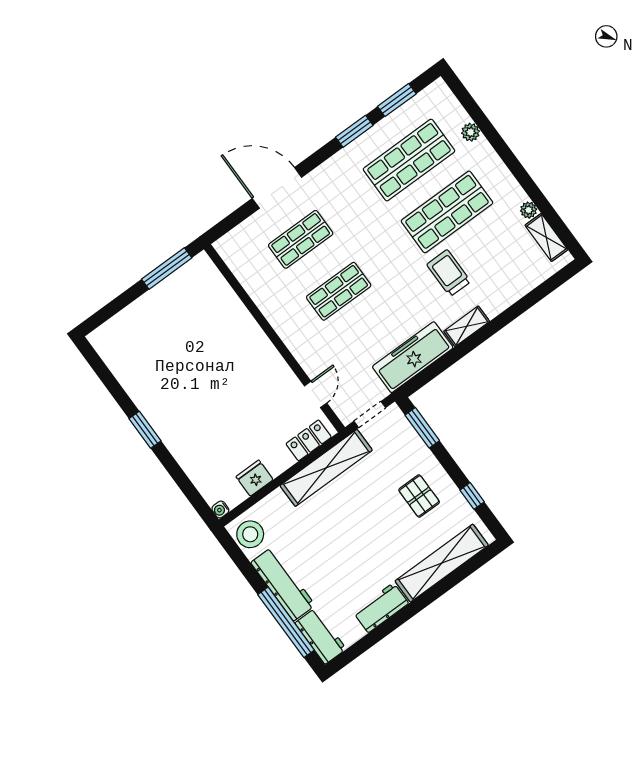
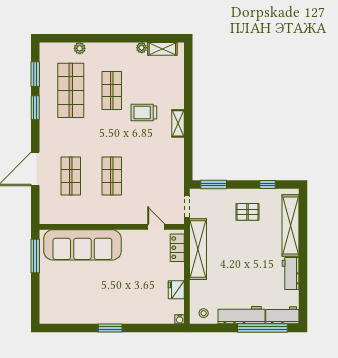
shop shelf: (447, 212) -> (112, 90), width x0.70, depth x0.74
sofa: (224, 318) -> (82, 245), added
freezer: (413, 357) -> (174, 163), removed
stool: (250, 534) -> (204, 313), width x0.53, depth x0.53

